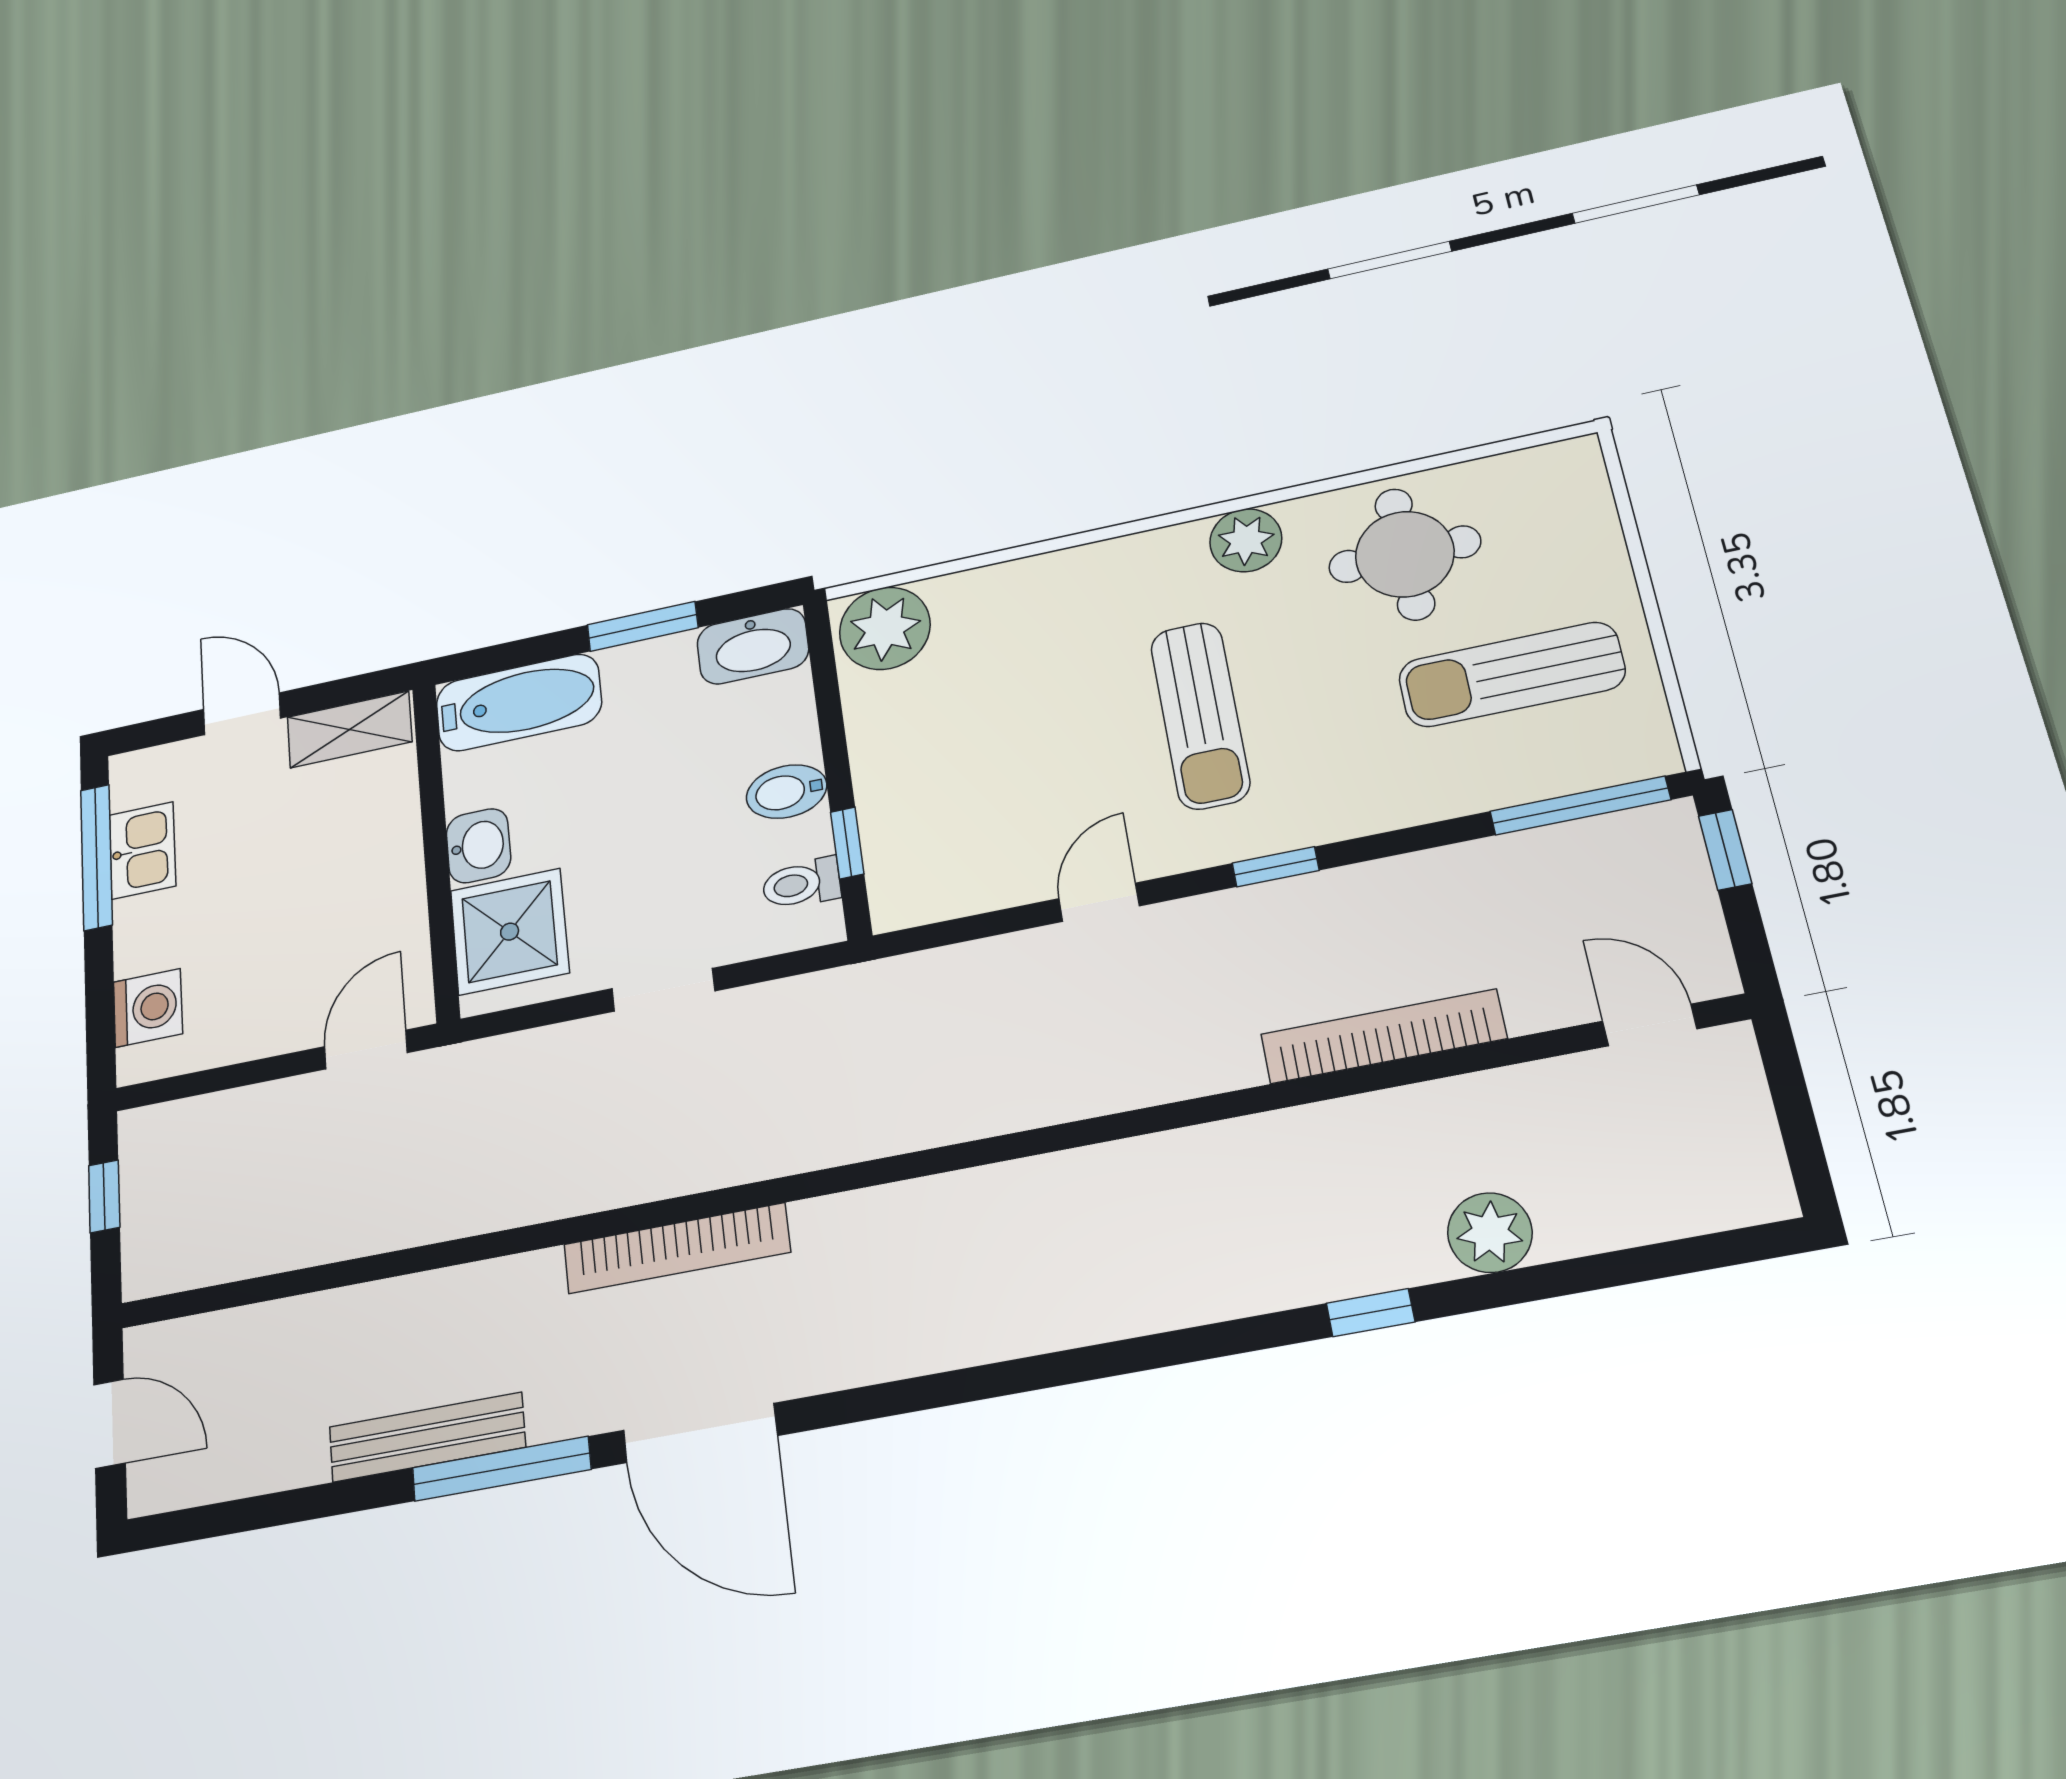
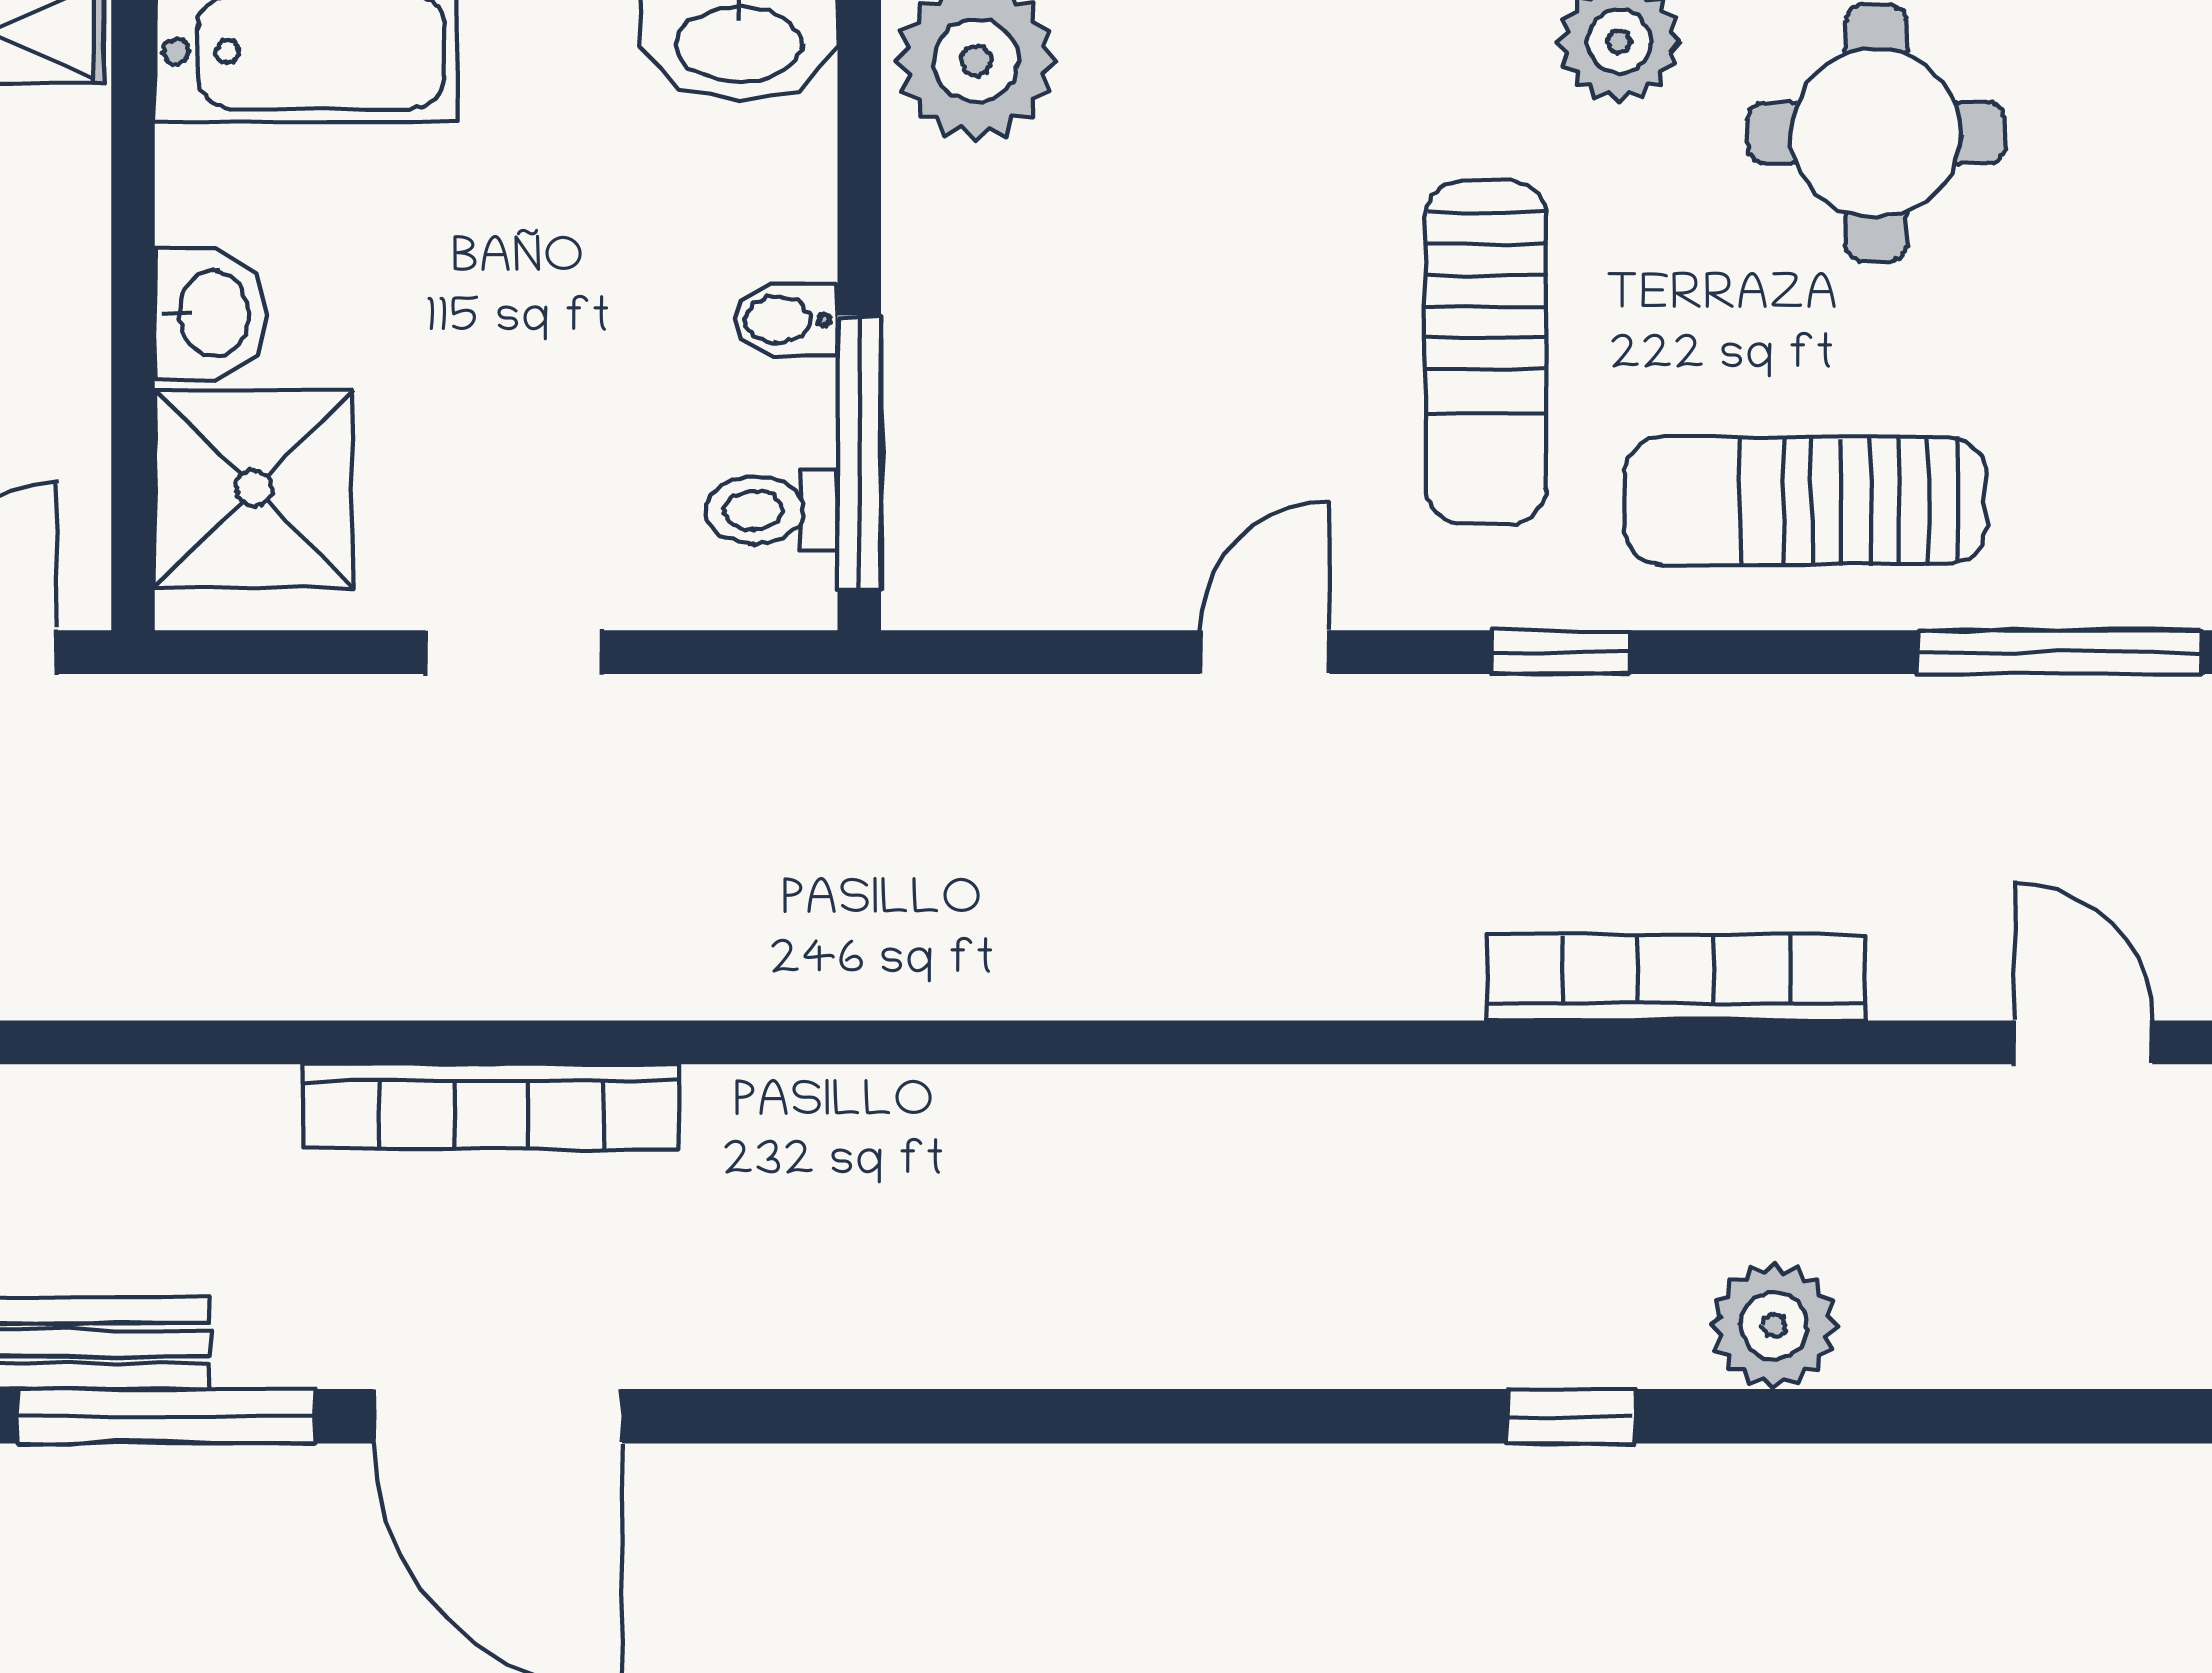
sun lounger: (1512, 675) -> (1805, 501), moved
bidet: (787, 792) -> (785, 320), width x0.72, depth x0.74
window: (847, 843) -> (859, 453), width x2.17

